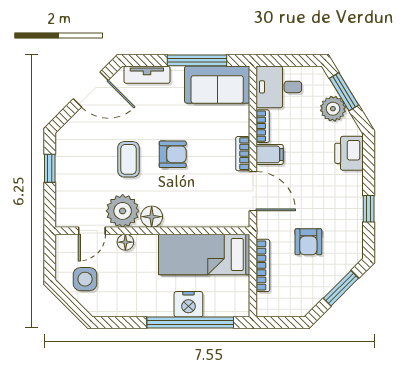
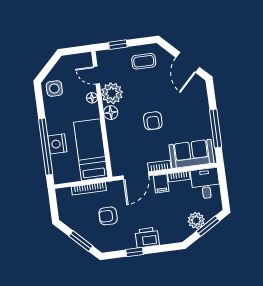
tv unit: (147, 75) -> (202, 97), removed
sofa: (217, 85) -> (191, 154), moved, turned 90
printer: (349, 153) -> (147, 237), moved
coffee table: (128, 159) -> (144, 61), moved
window: (50, 168) -> (118, 45), moved
side table: (85, 279) -> (54, 89), moved

